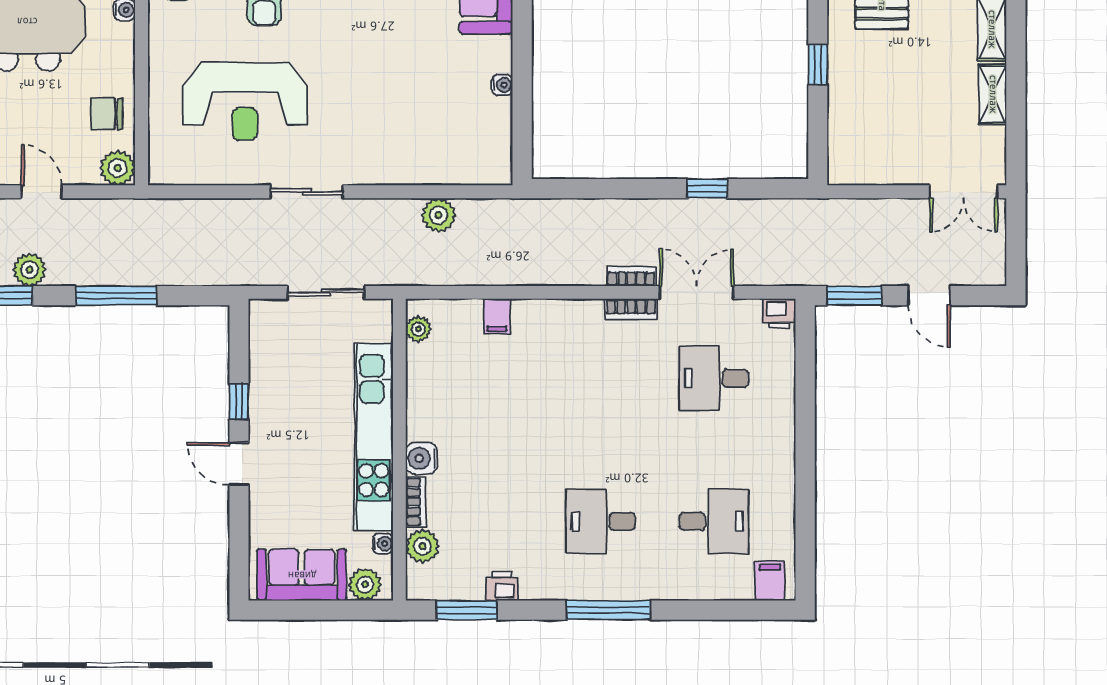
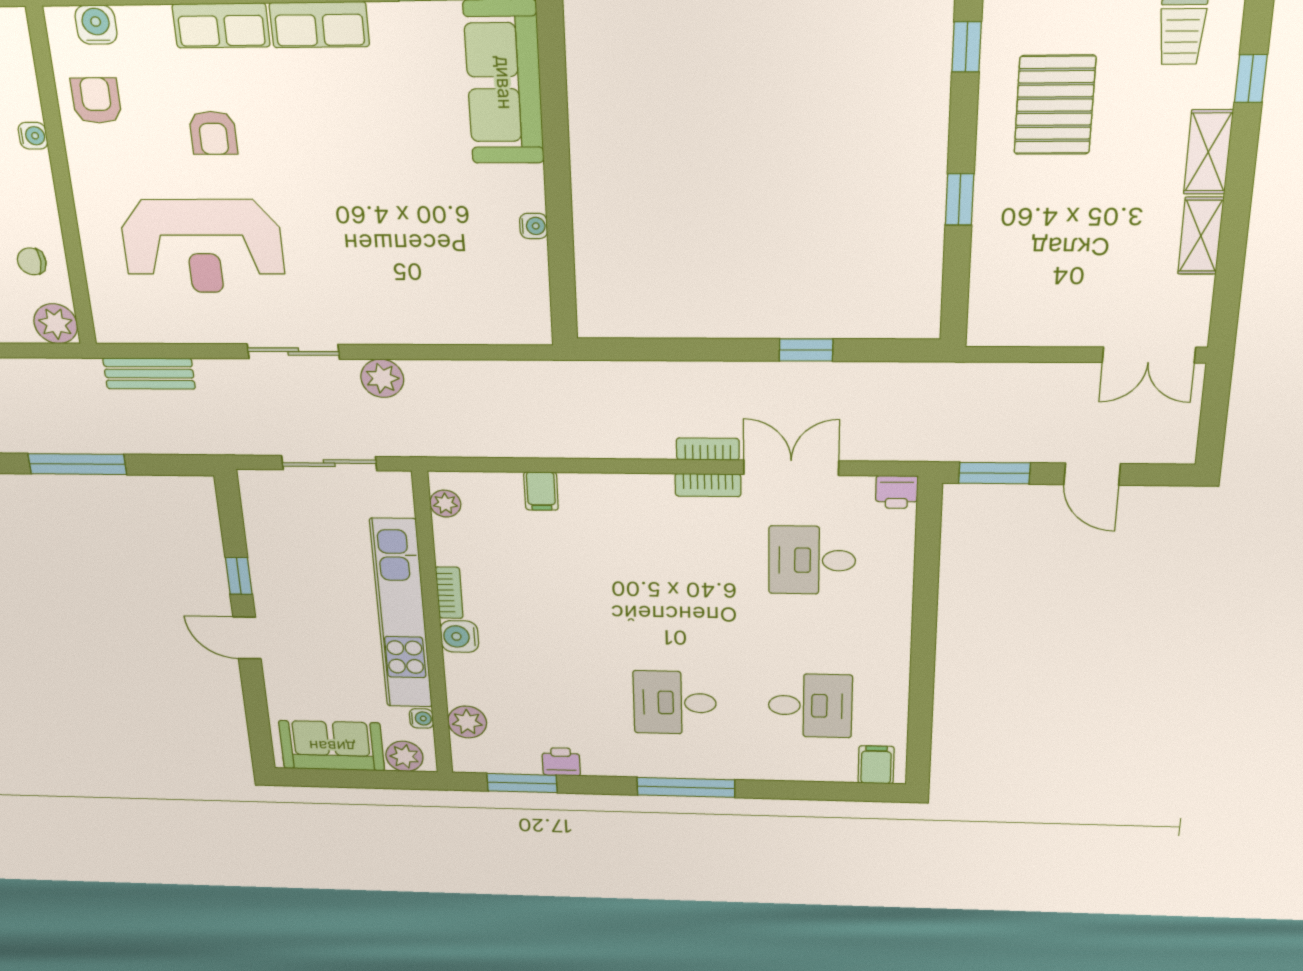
chair: (107, 114) -> (32, 261), width x0.73, depth x0.73
bench: (188, 212) -> (149, 374), added
plant: (439, 215) -> (382, 378), moved
bookcase: (416, 502) -> (449, 593), moved

